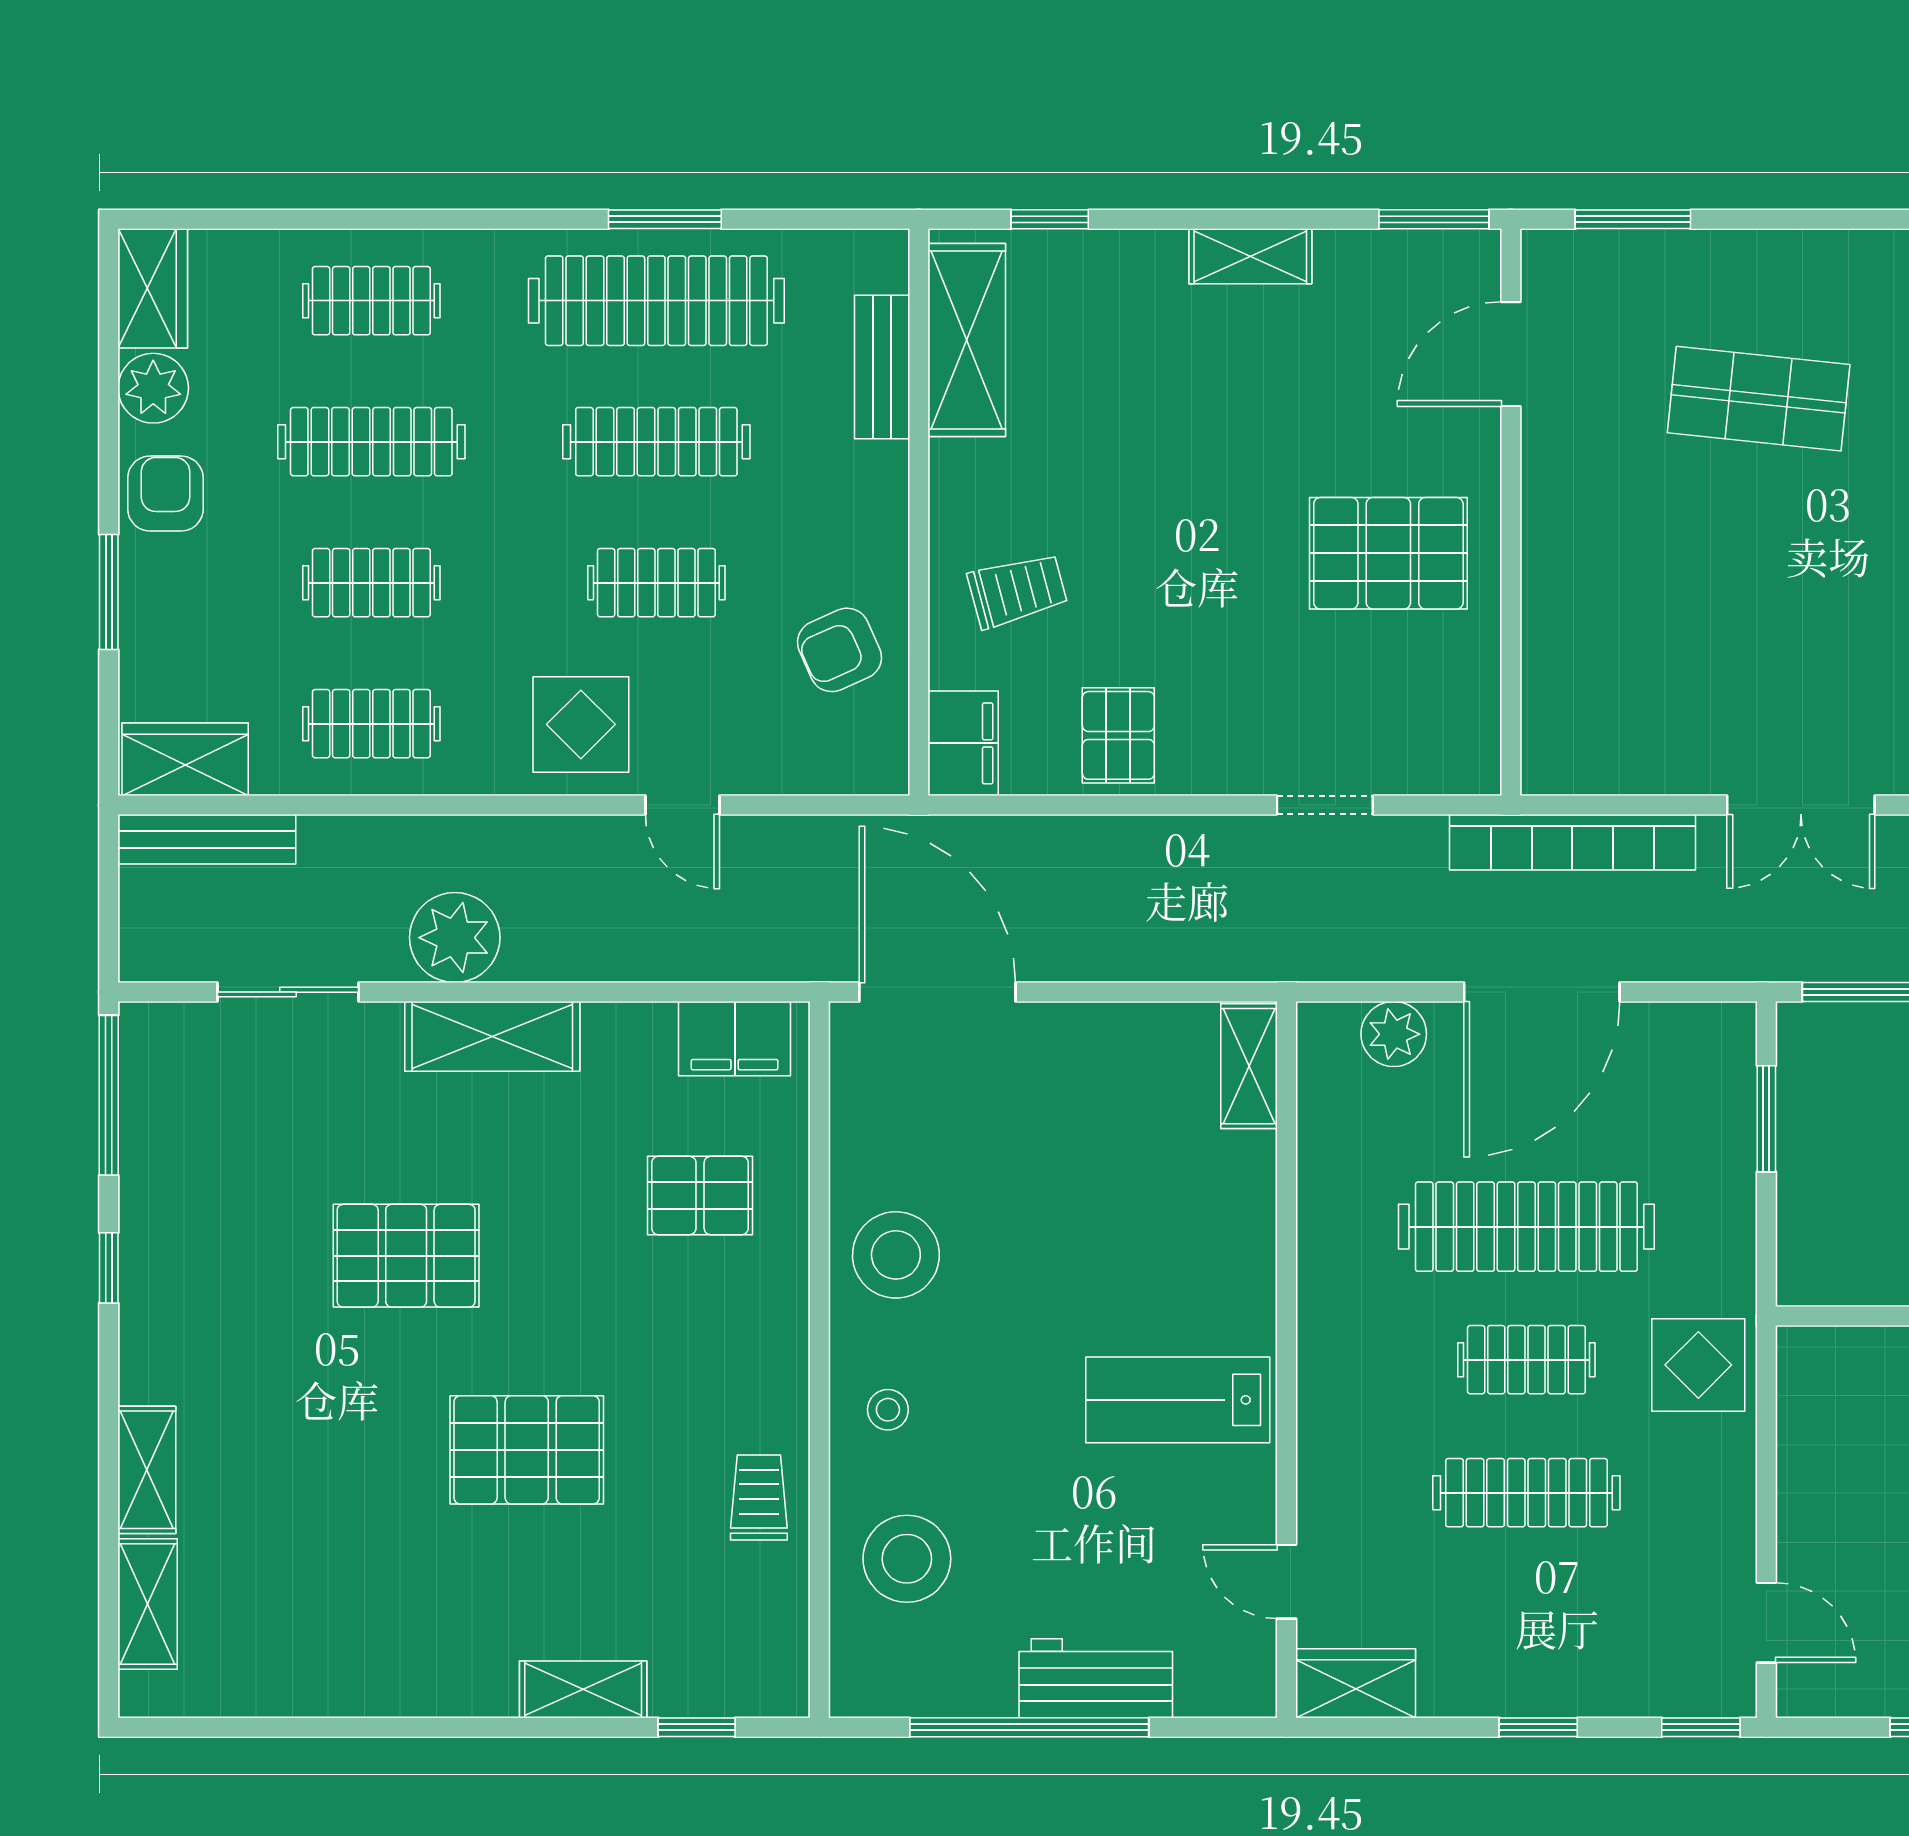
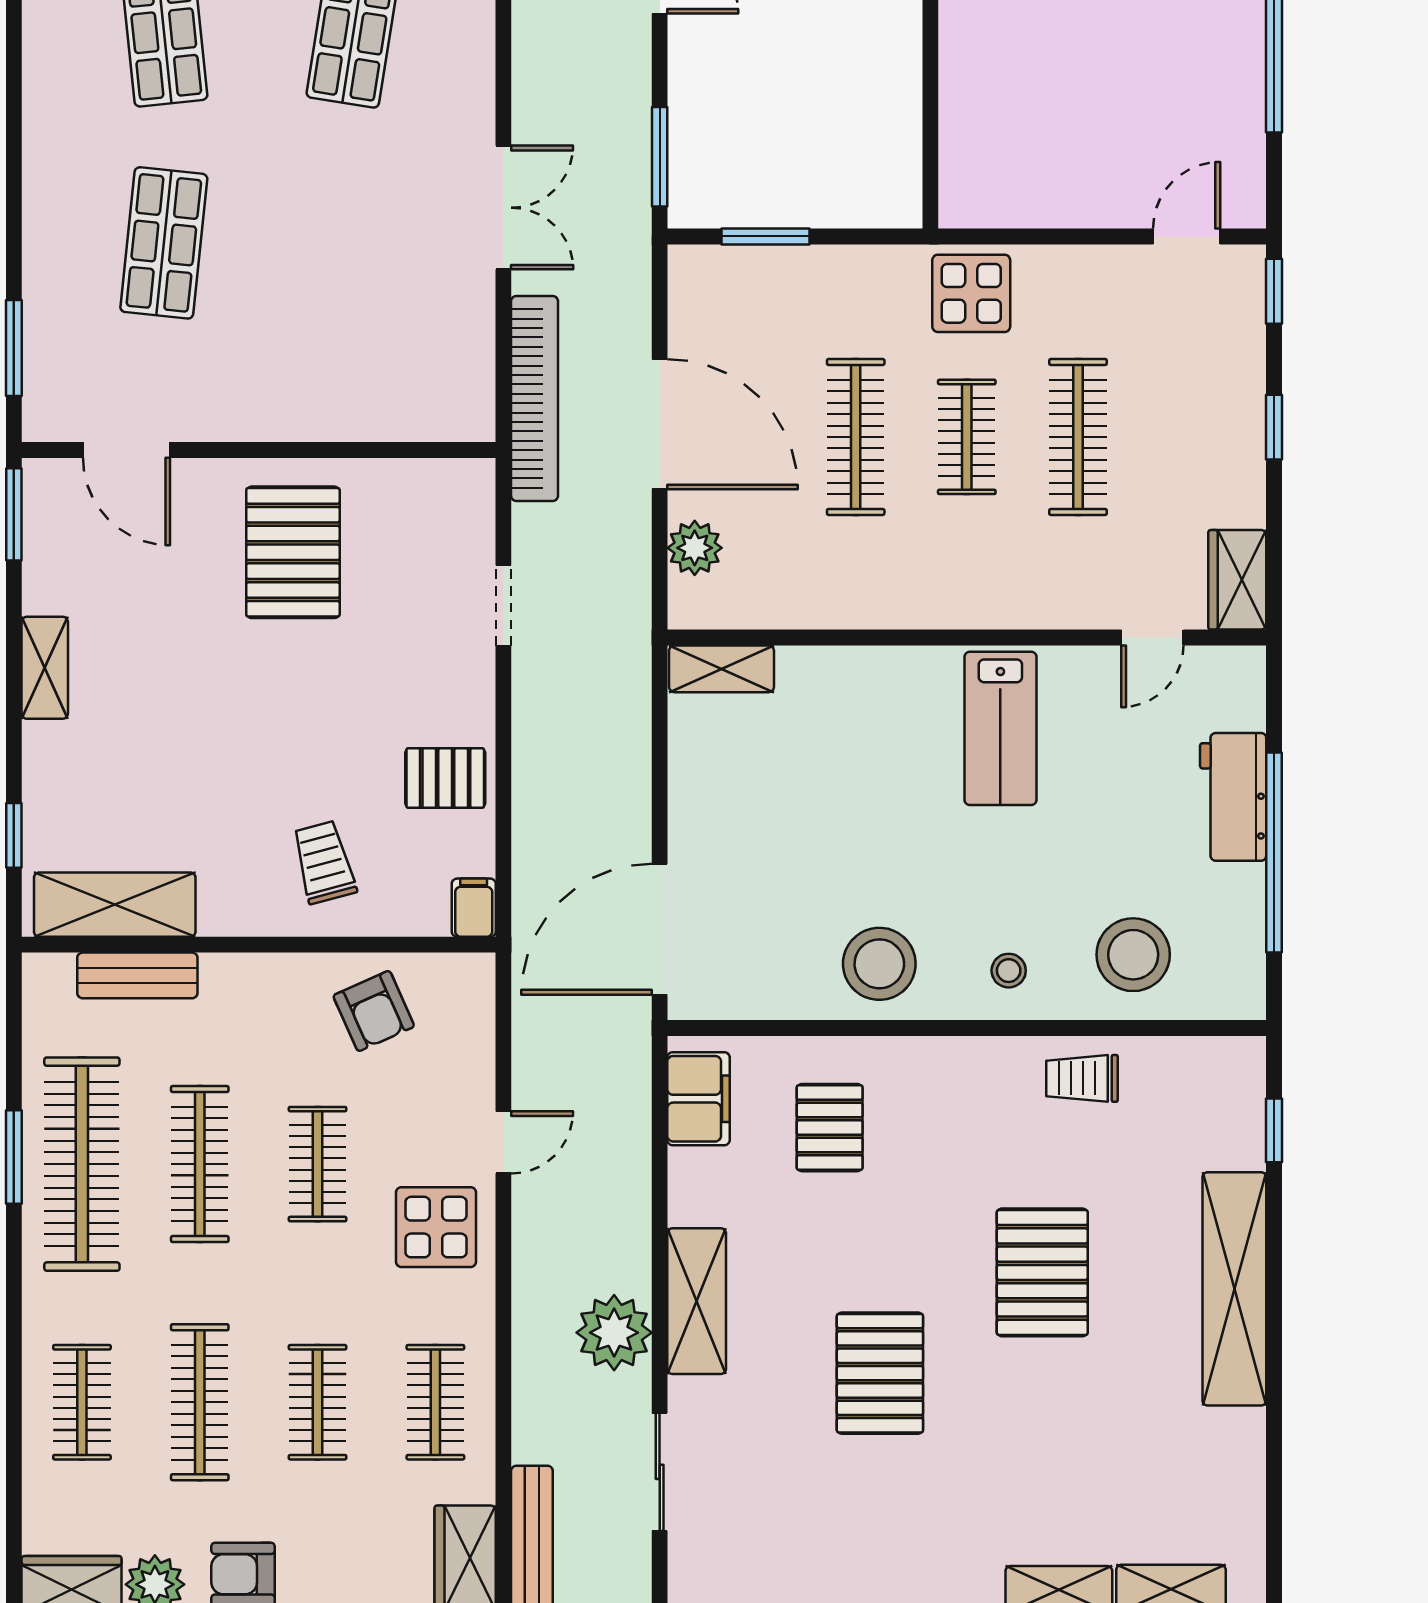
filing cabinet: (963, 743) -> (474, 908), width x0.50
clothes rail: (1526, 1227) -> (856, 437), width x0.73, depth x0.76
shelving: (583, 1689) -> (1234, 1289), width x2.20, depth x1.33

